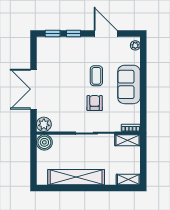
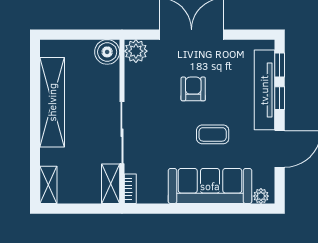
tv unit: (68, 43) -> (264, 90), added
sofa: (129, 84) -> (210, 186), width x1.36
armchair: (95, 103) -> (193, 89), moved, turned -90

